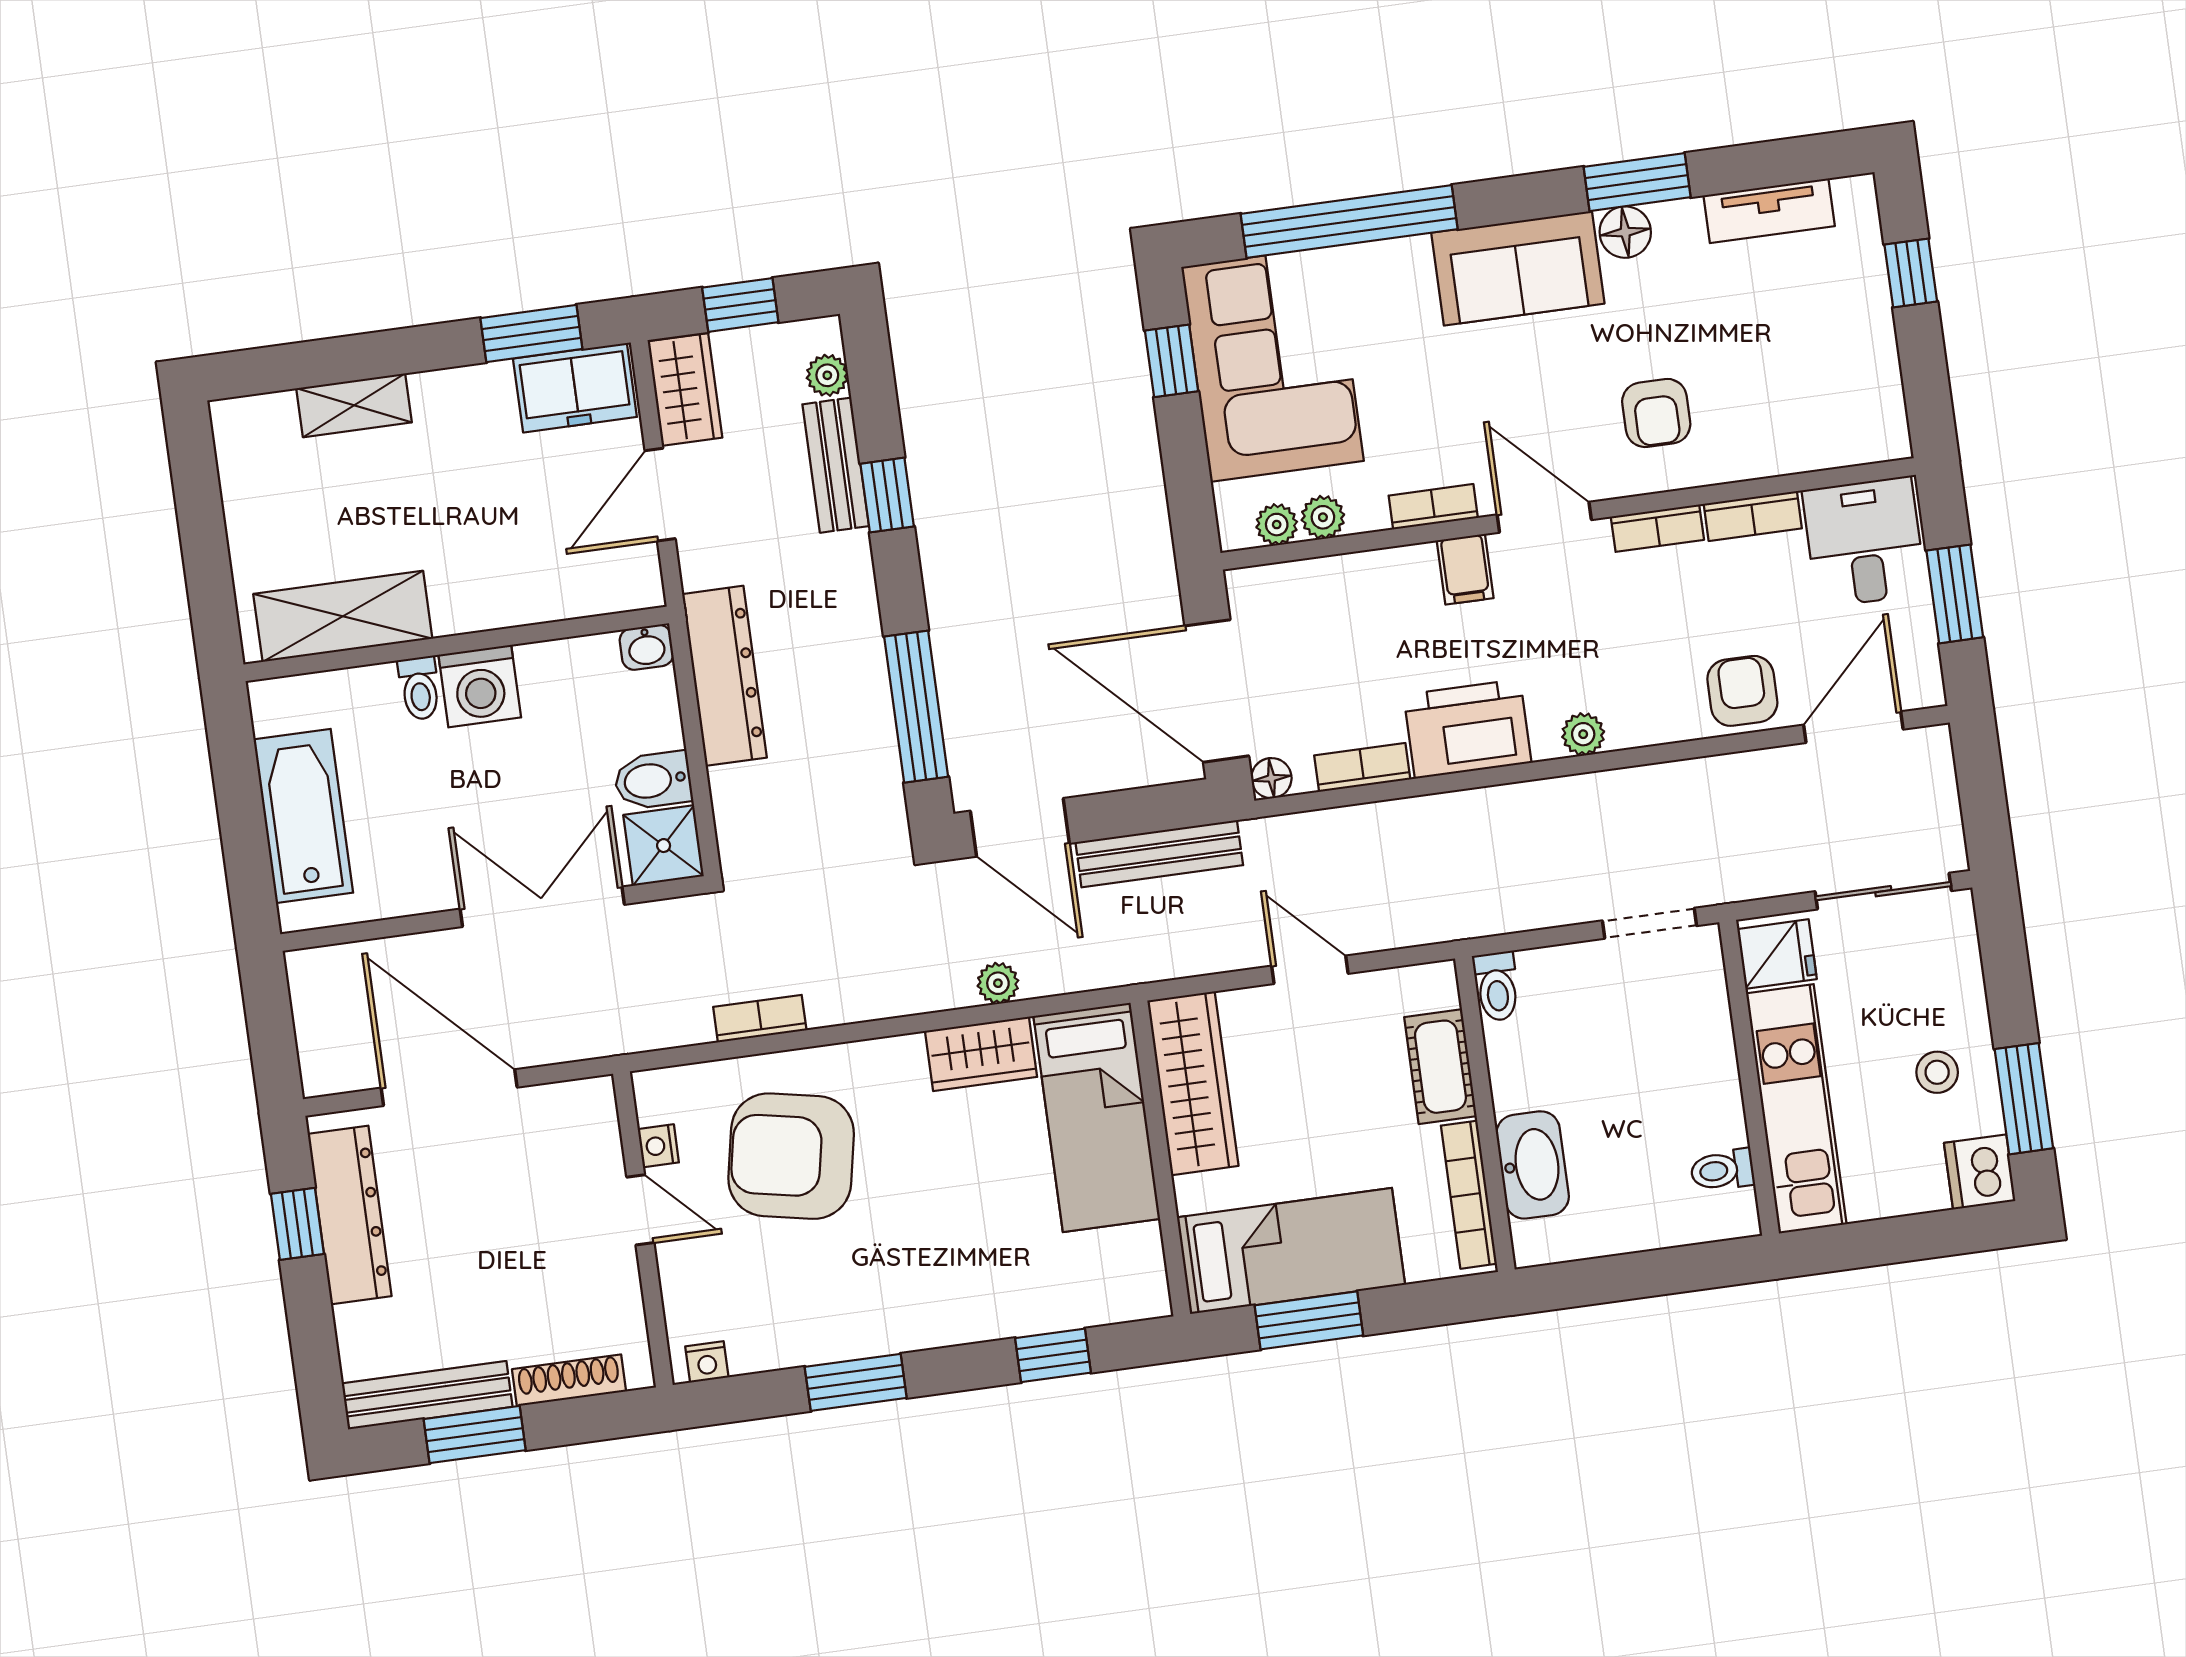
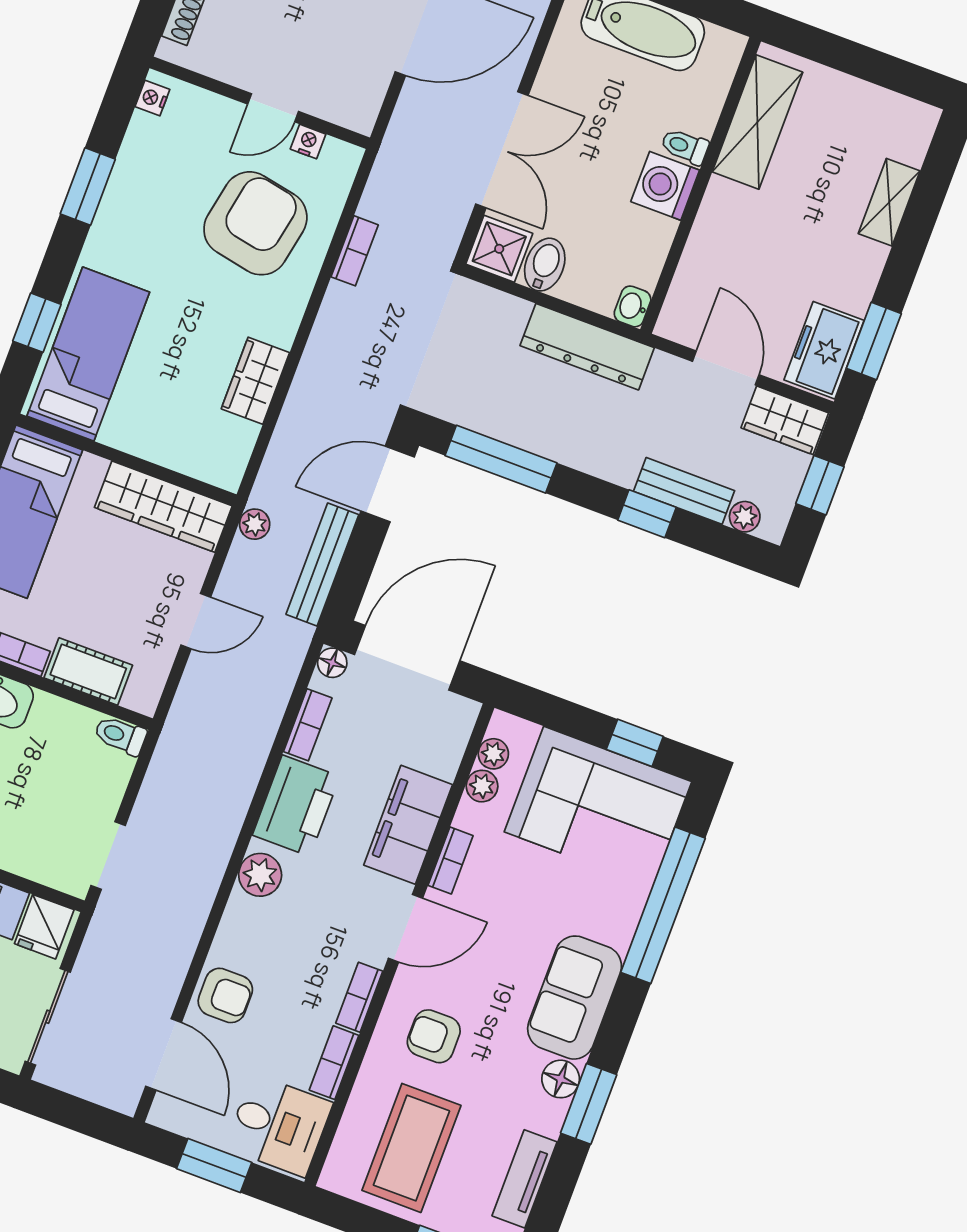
coffee table: (1805, 367) -> (411, 1148), added
filing cabinet: (1465, 569) -> (408, 825), width x3.00, depth x1.17
plant: (1583, 734) -> (260, 875), width x1.38, depth x1.38
plant: (998, 983) -> (255, 524), moved
bed: (1097, 1117) -> (88, 354), moved, turned 90

